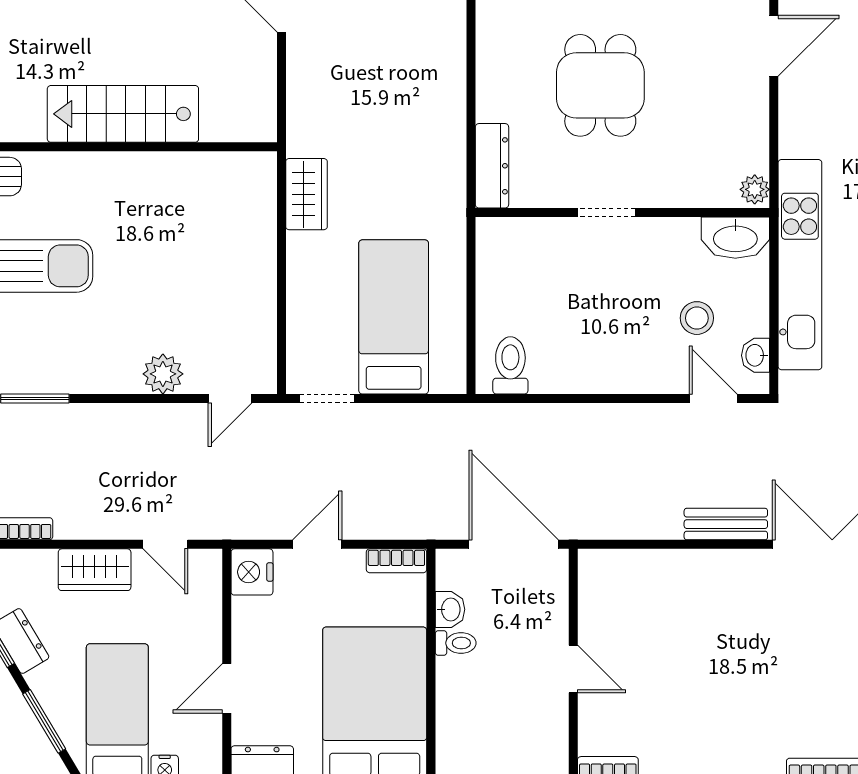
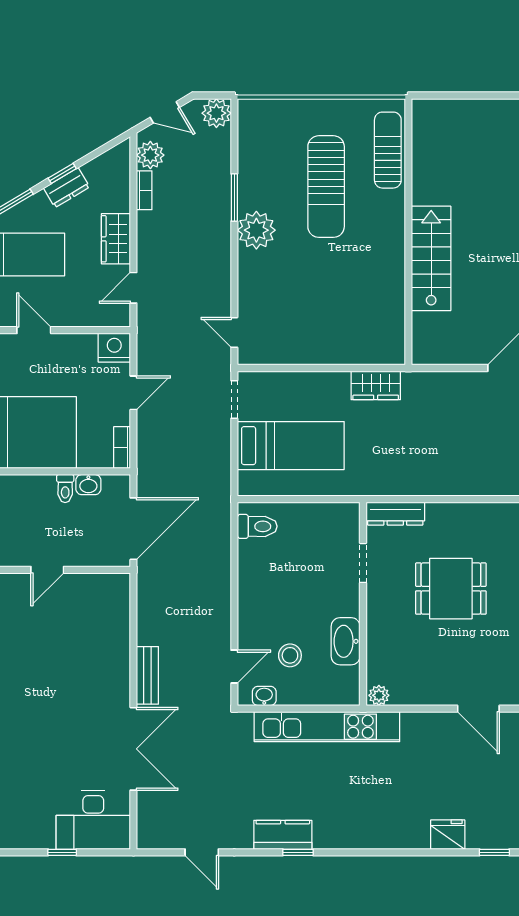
doorway: (606, 212) -> (363, 563), moved
washbasin: (735, 238) -> (346, 641), moved
plant: (163, 374) -> (256, 230), moved, width x1.36, depth x1.36
door: (317, 544) -> (133, 393), hinge flipped

